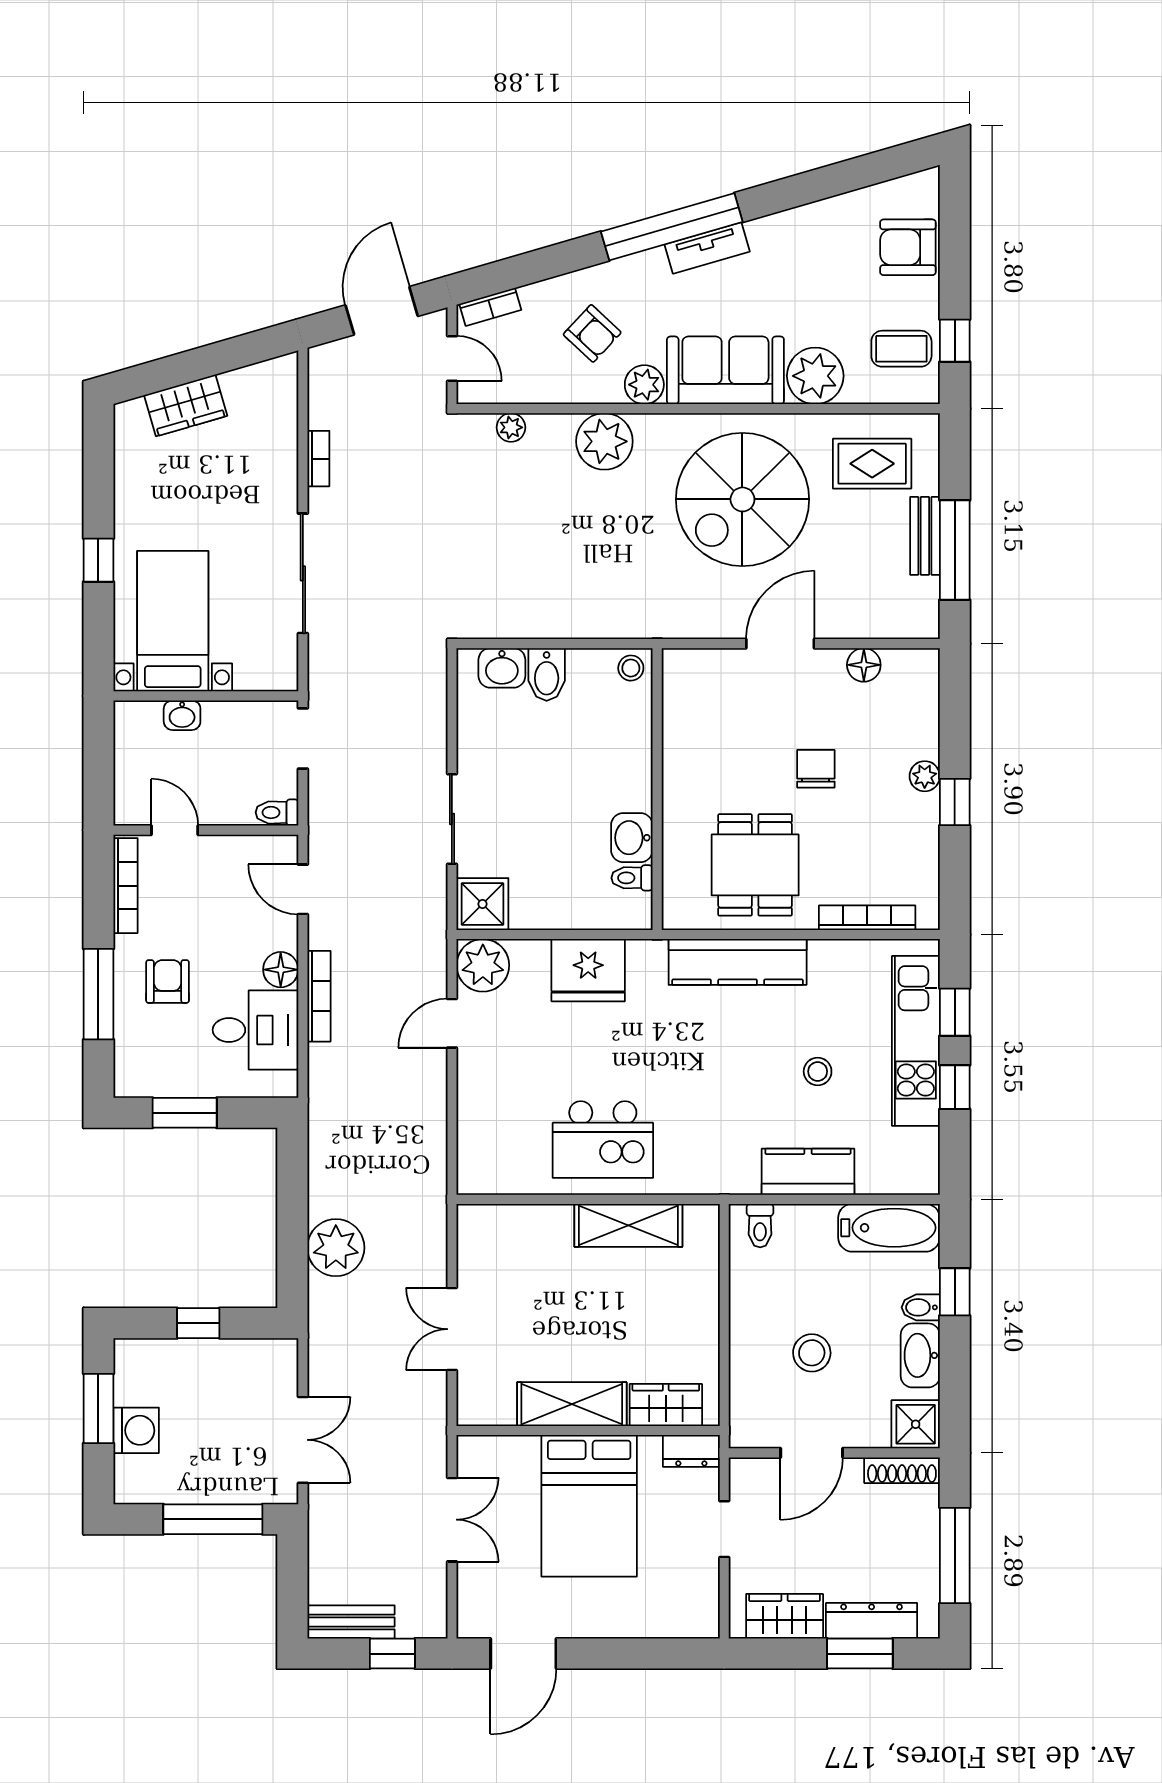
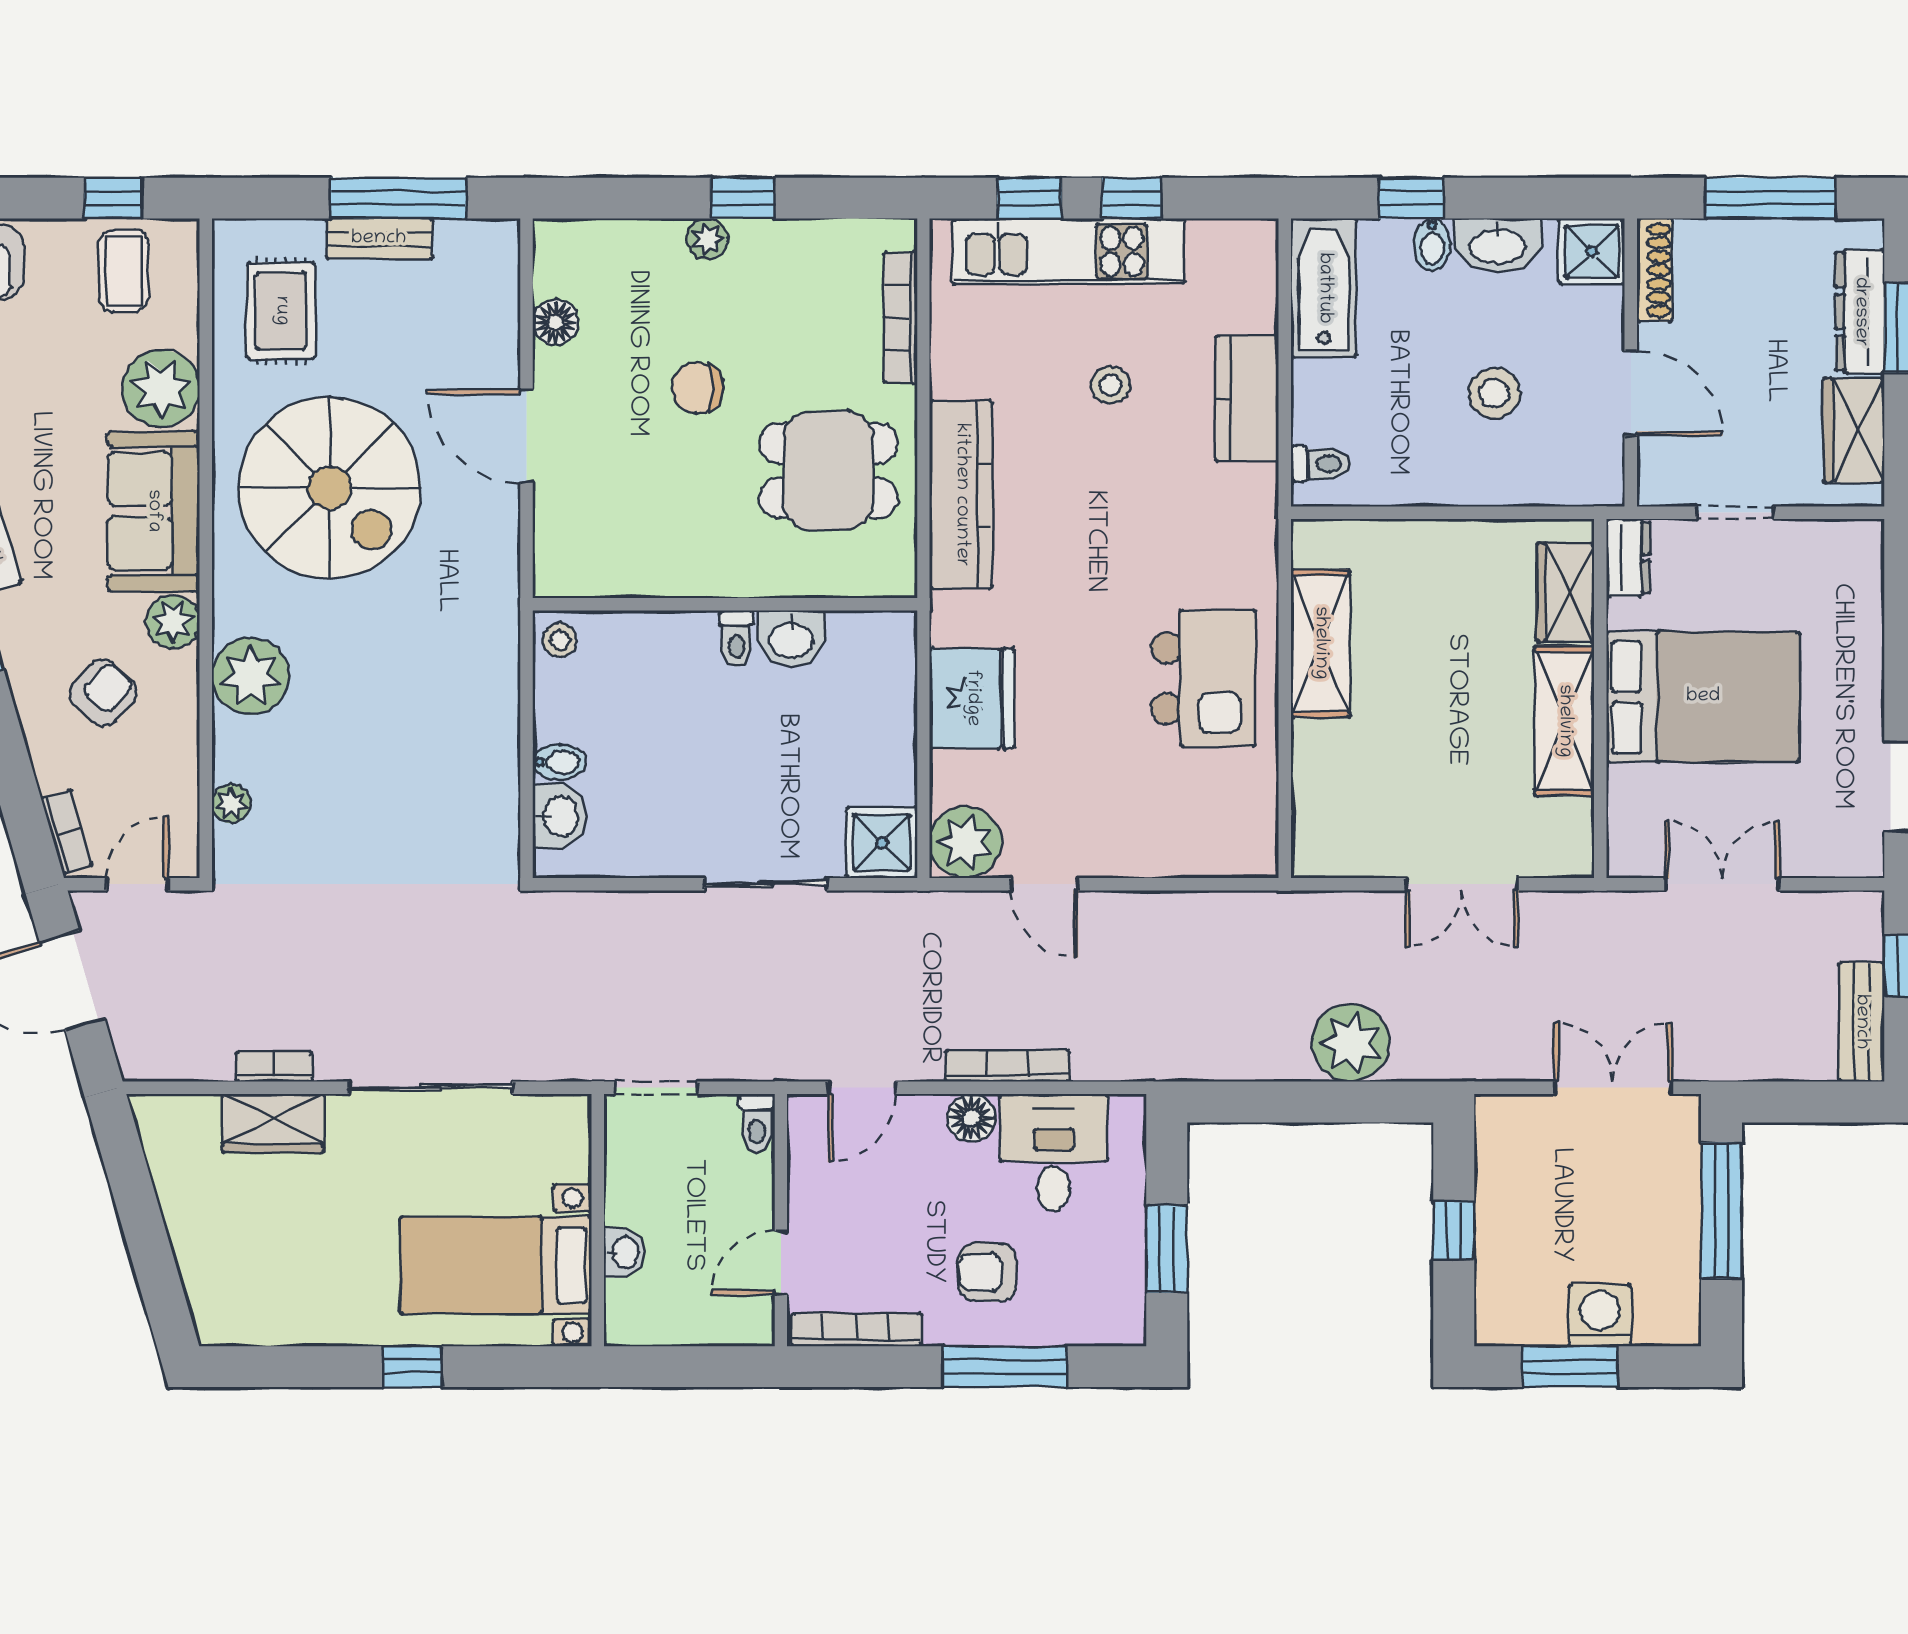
wardrobe: (186, 405) -> (273, 1123), moved, turned 106
bidet: (547, 675) -> (559, 762), width x0.72, depth x0.74
toilet: (632, 878) -> (736, 638), moved

